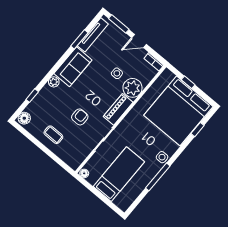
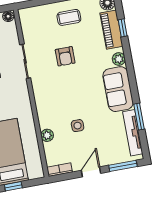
plant: (132, 88) -> (47, 135), width x0.53, depth x0.53
piano: (118, 109) -> (111, 30), moved, turned 180

